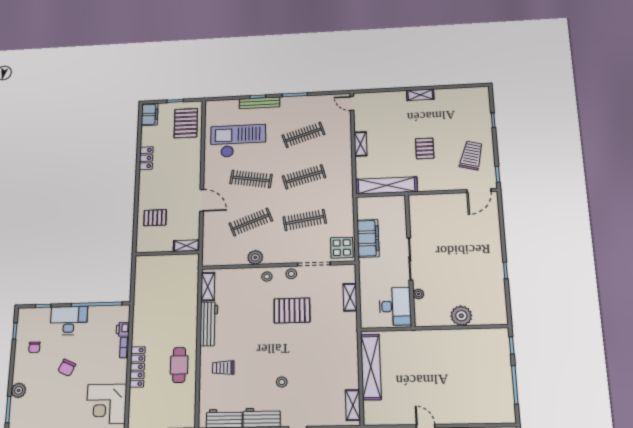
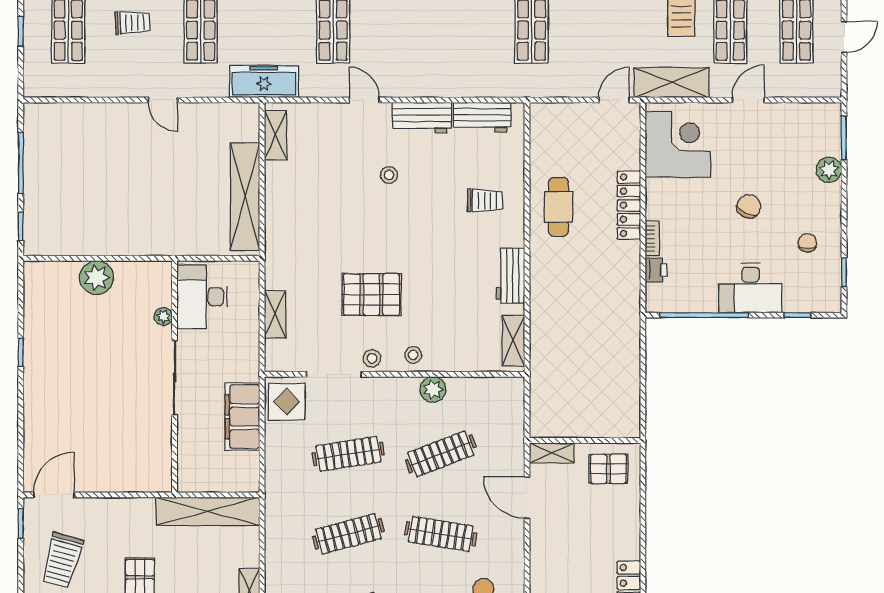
shelving: (186, 246) -> (552, 453), moved
wall: (167, 253) -> (585, 440), moved
workbench: (209, 324) -> (510, 276), width x0.73

